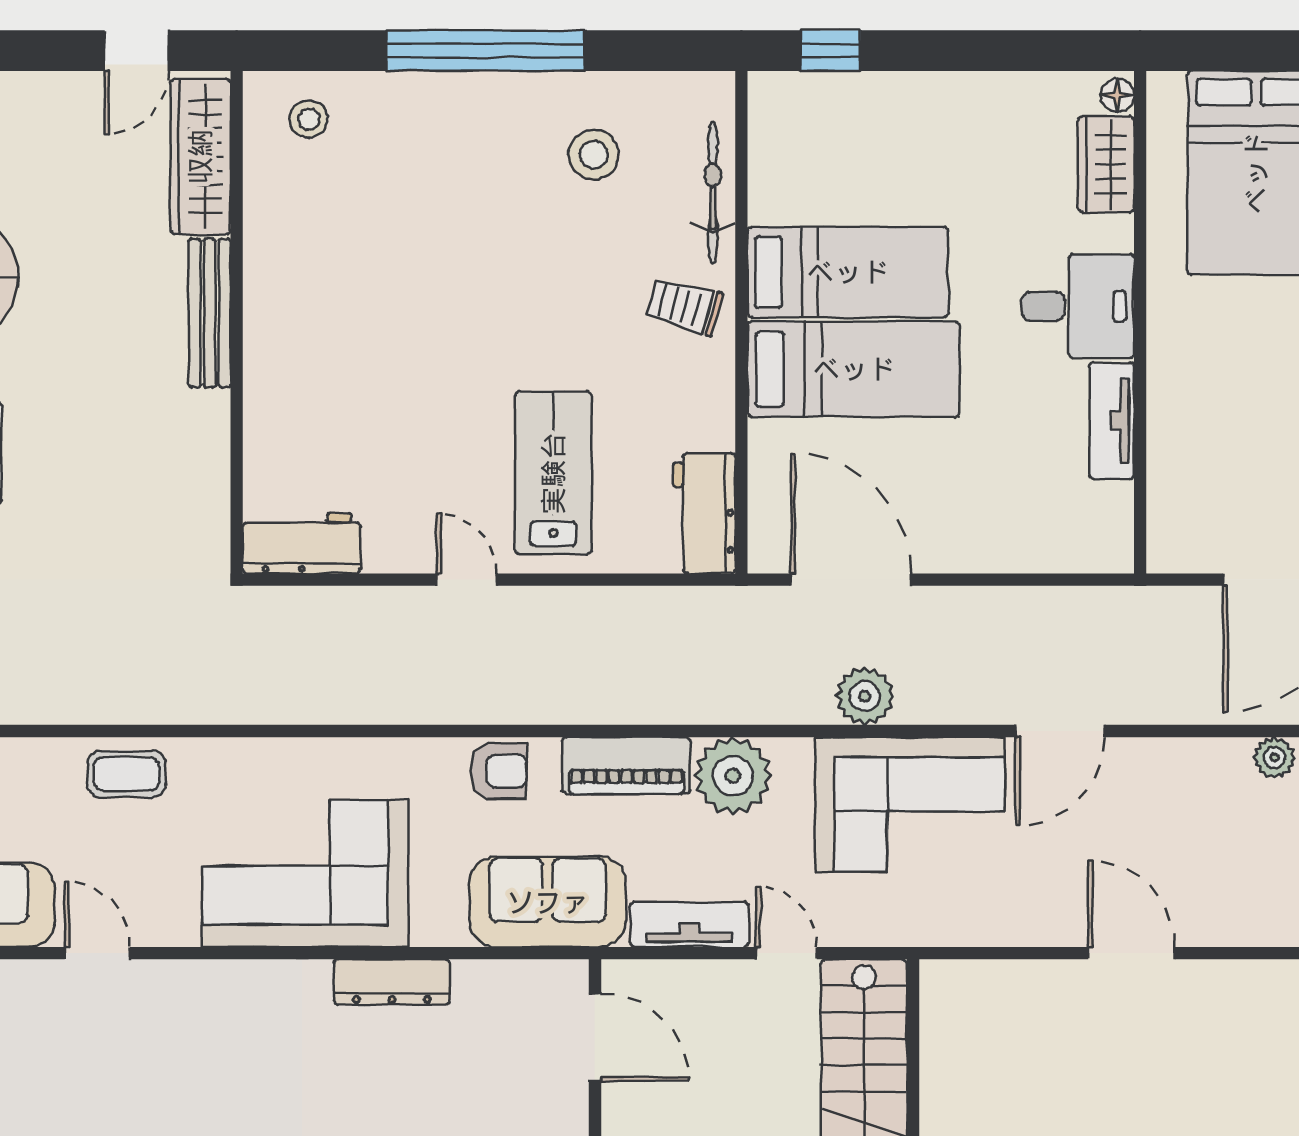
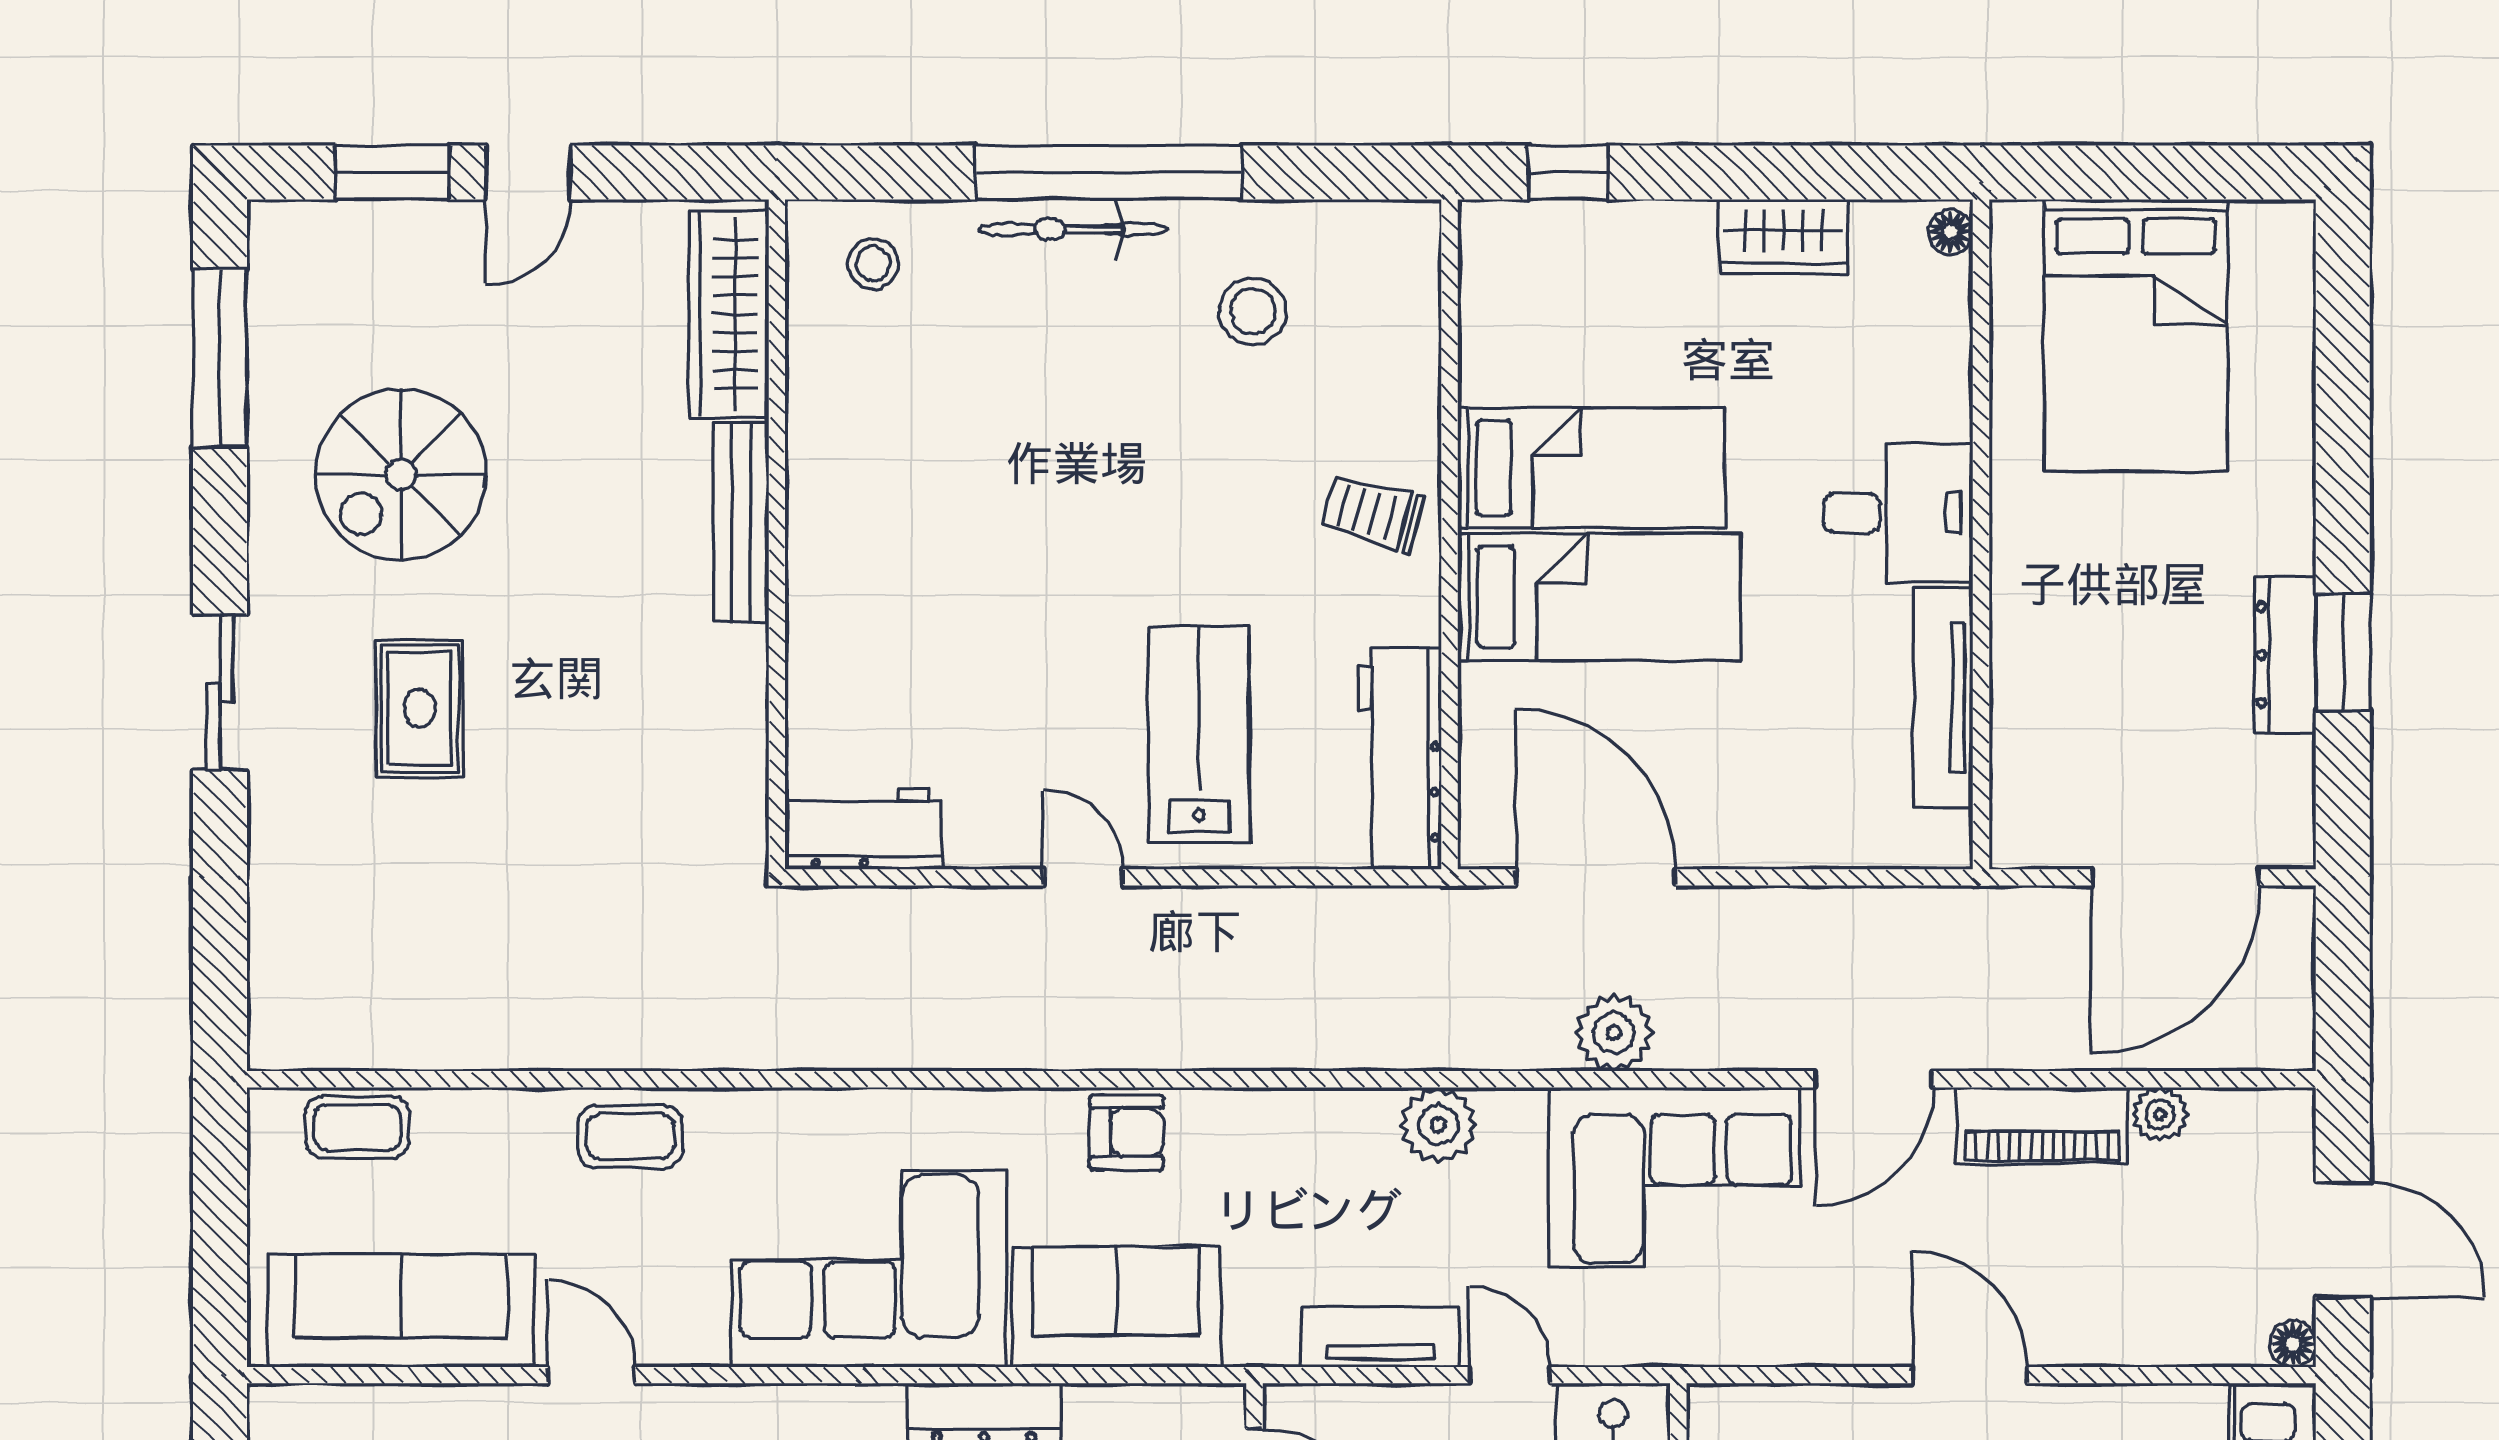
door: (137, 51) -> (528, 172), moved
wardrobe: (1106, 164) -> (1784, 237), moved, turned -90
bicycle: (713, 192) -> (1073, 229), moved, turned -90
tv unit: (1112, 421) -> (1943, 698), width x1.41
workbench: (704, 513) -> (1400, 759), width x1.38
piano: (626, 766) -> (2042, 1125), moved
plant: (733, 776) -> (1438, 1125), width x0.73, depth x0.73
sofa: (548, 902) -> (1116, 1307), moved

